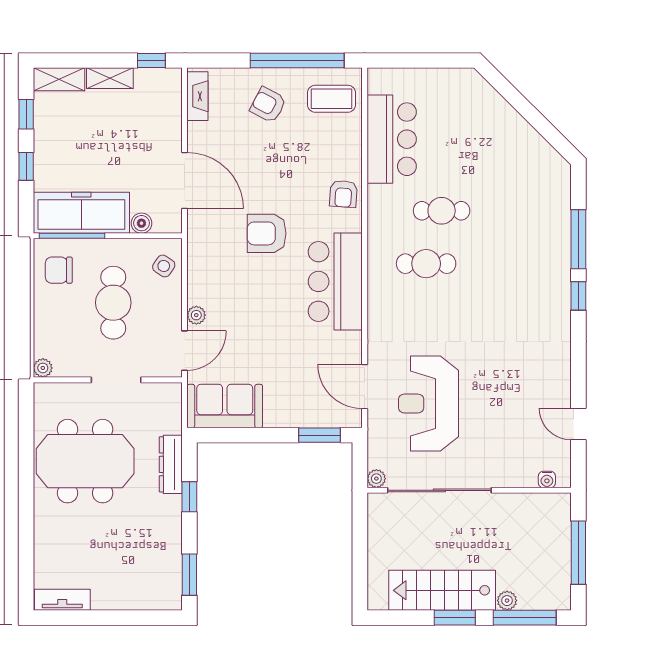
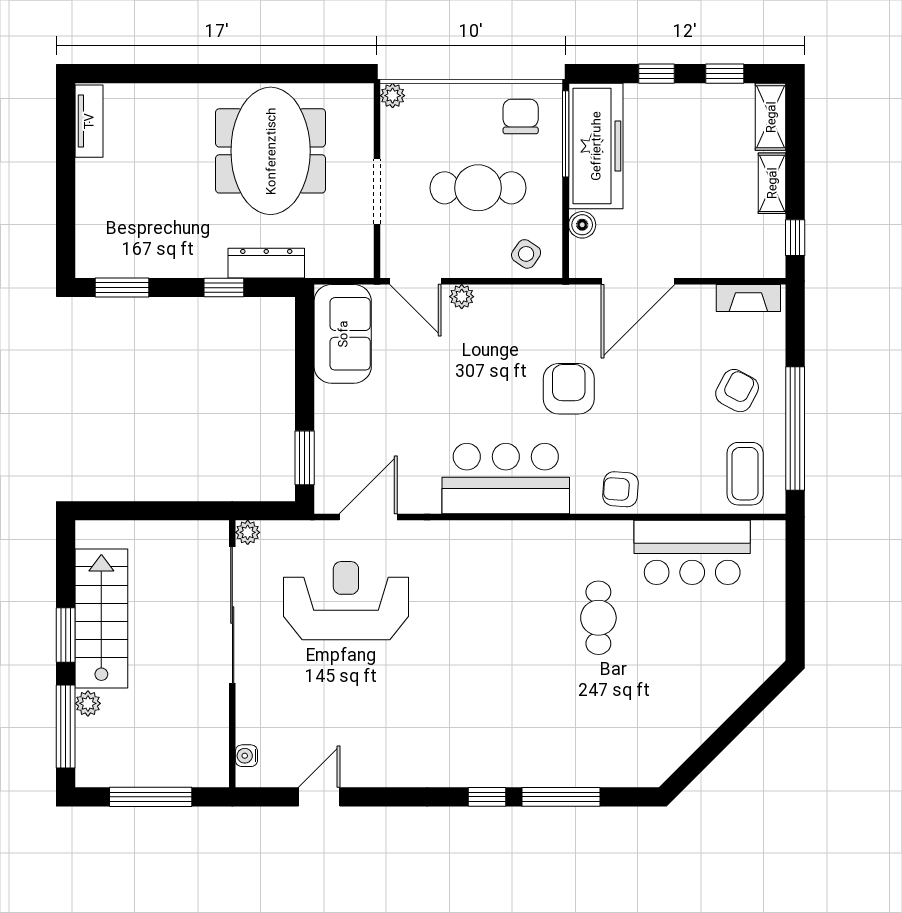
cafe table: (426, 264) -> (529, 598), removed

